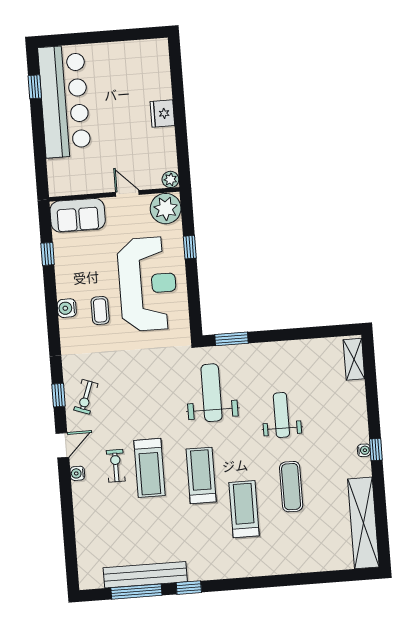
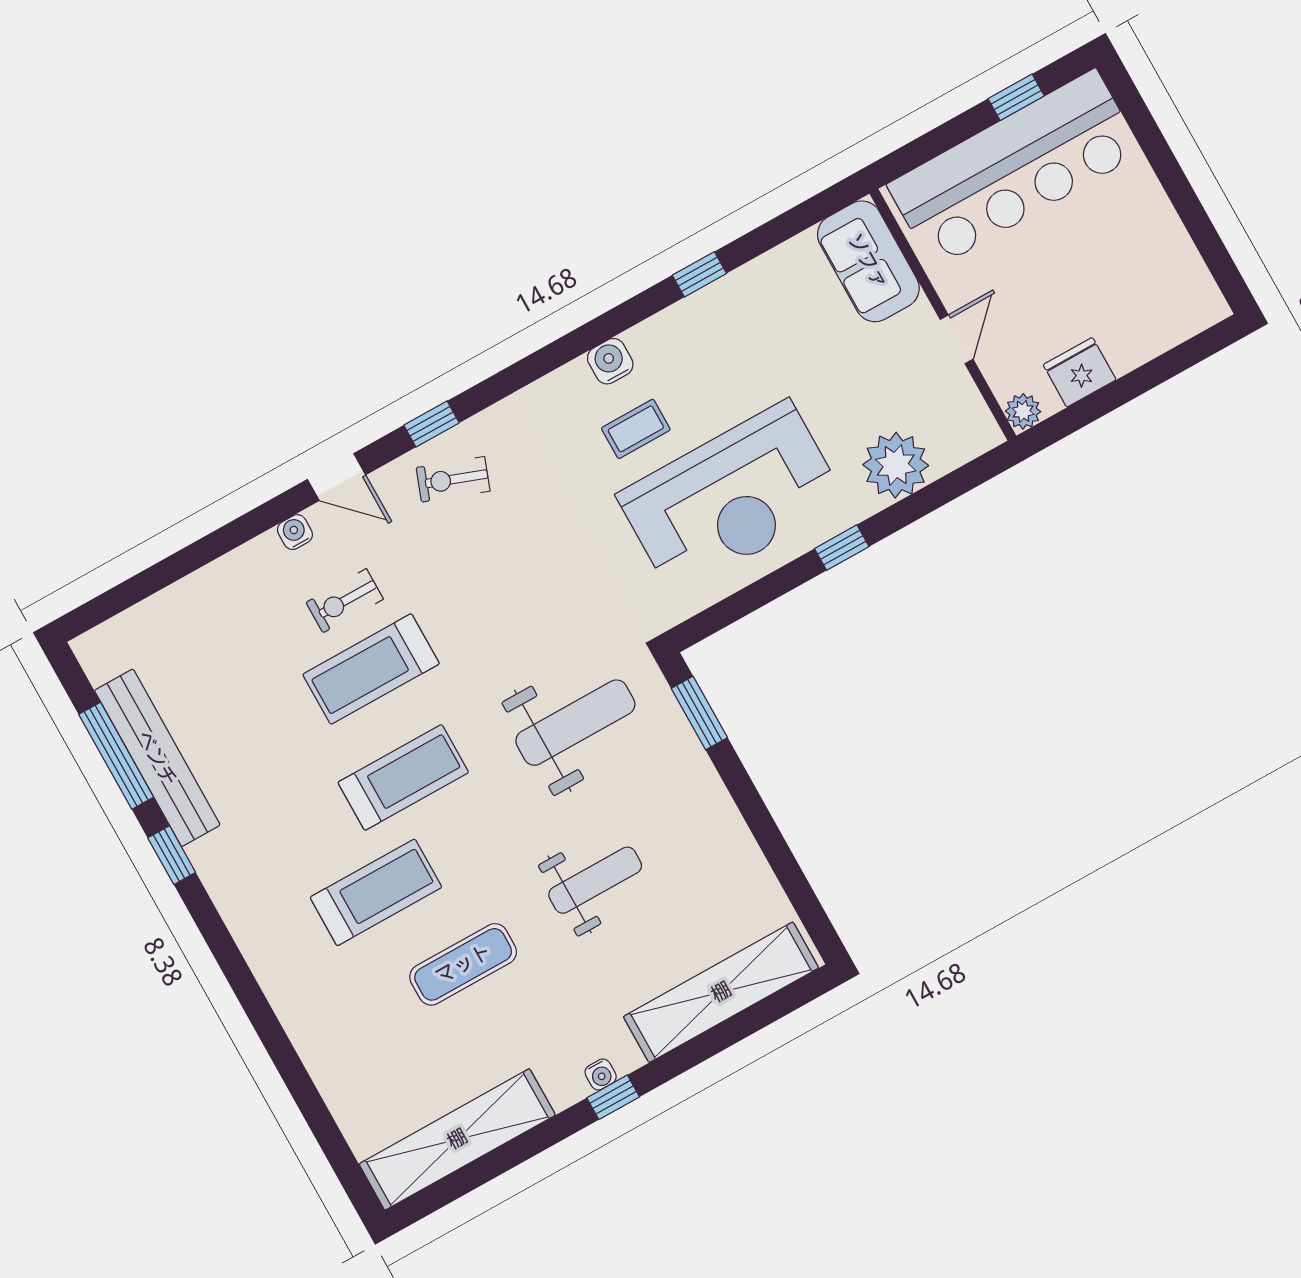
plant: (170, 179) -> (1023, 411), moved
door: (127, 193) -> (957, 339), moved
wall: (114, 194) -> (943, 315), moved
sofa: (78, 215) -> (868, 261), moved
shelving: (354, 359) -> (721, 992), width x2.20, depth x1.33
exercise bike: (116, 466) -> (345, 601), turned 180

